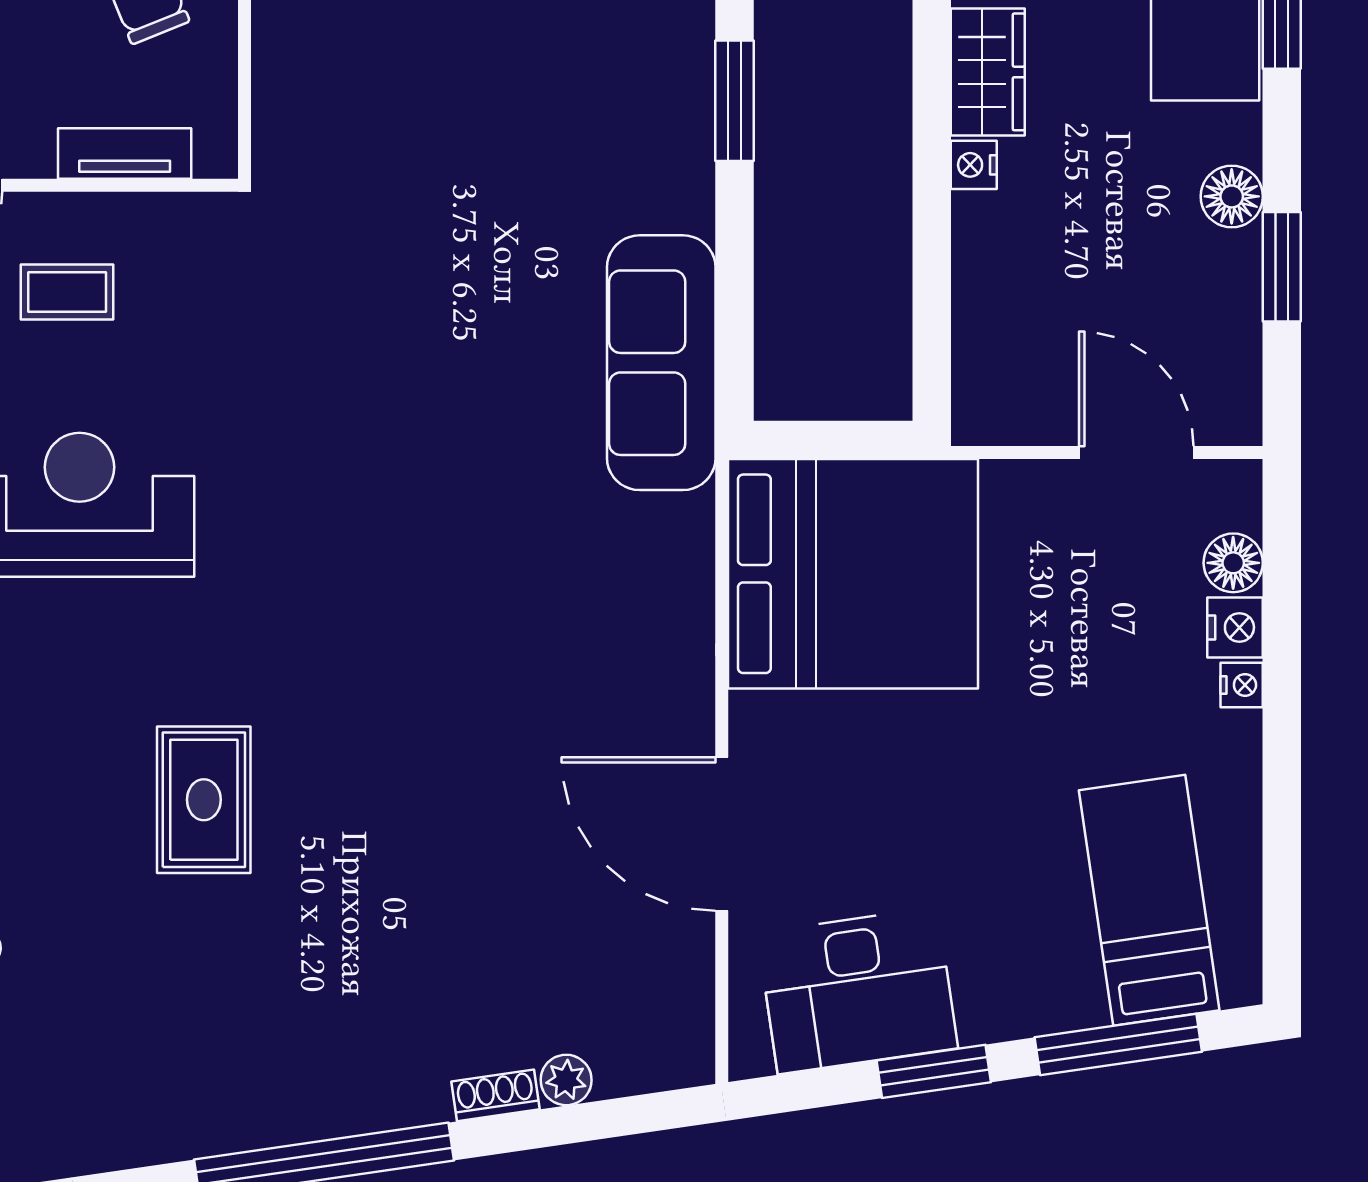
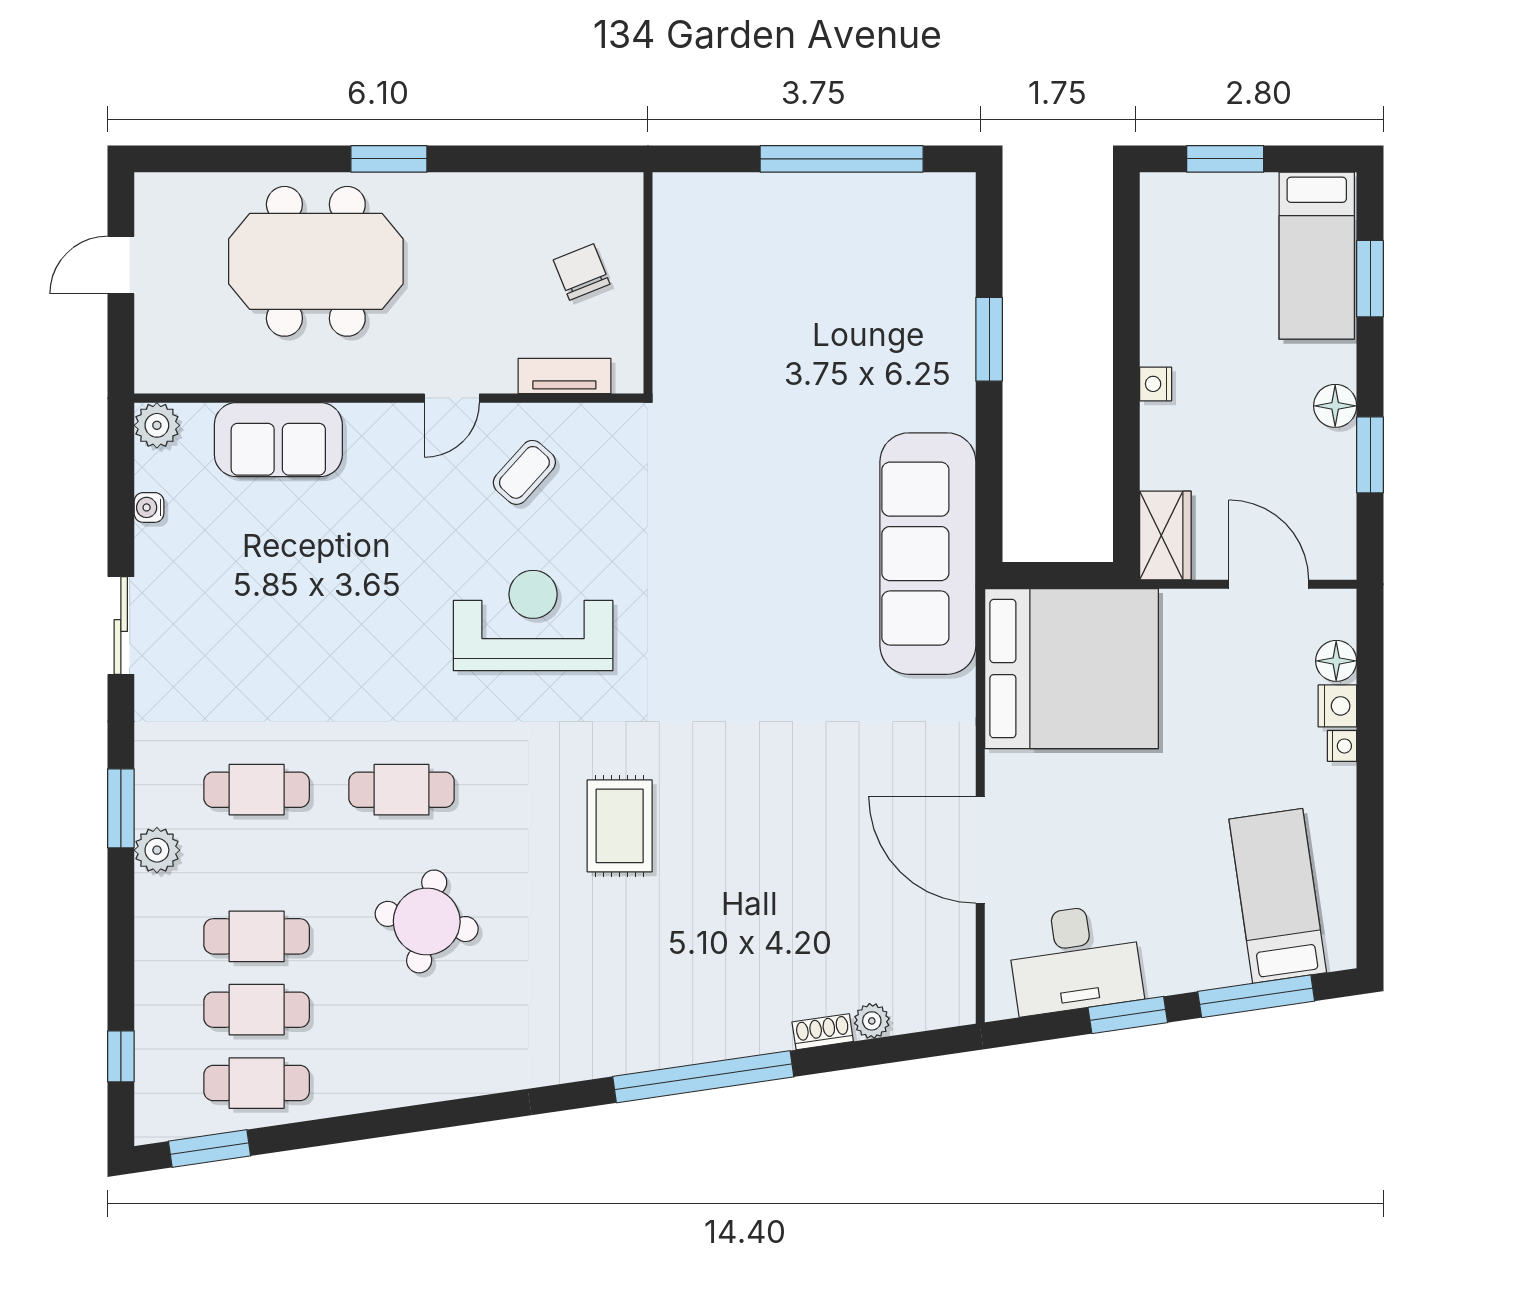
wardrobe: (988, 72) -> (1165, 535), moved
coffee table: (67, 292) -> (524, 472), turned -48
sofa: (661, 363) -> (928, 554), width x1.36, depth x1.27

